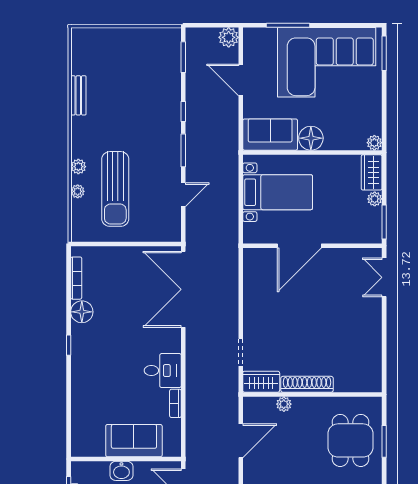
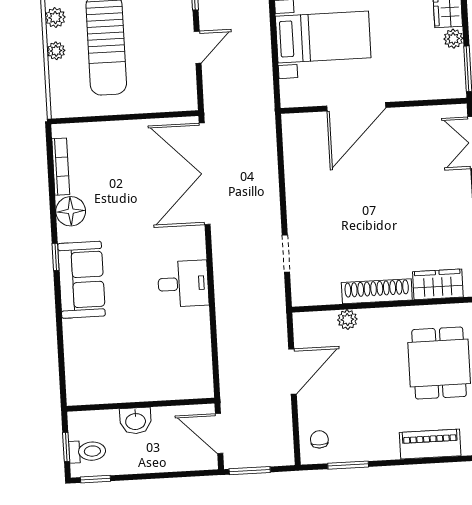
wardrobe: (261, 382) -> (438, 284), moved
bookcase: (175, 403) -> (203, 327), removed
sofa: (134, 441) -> (81, 280), moved, turned 90

